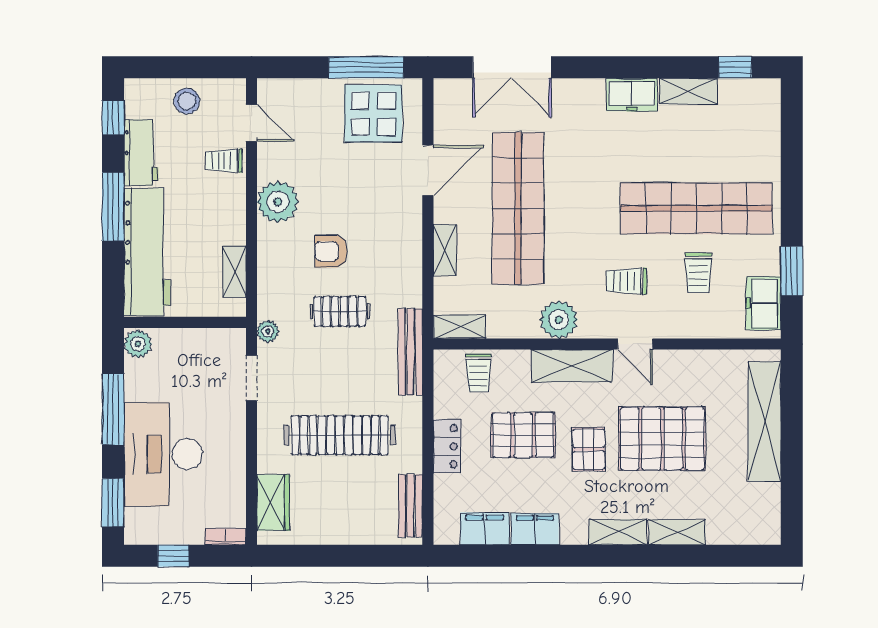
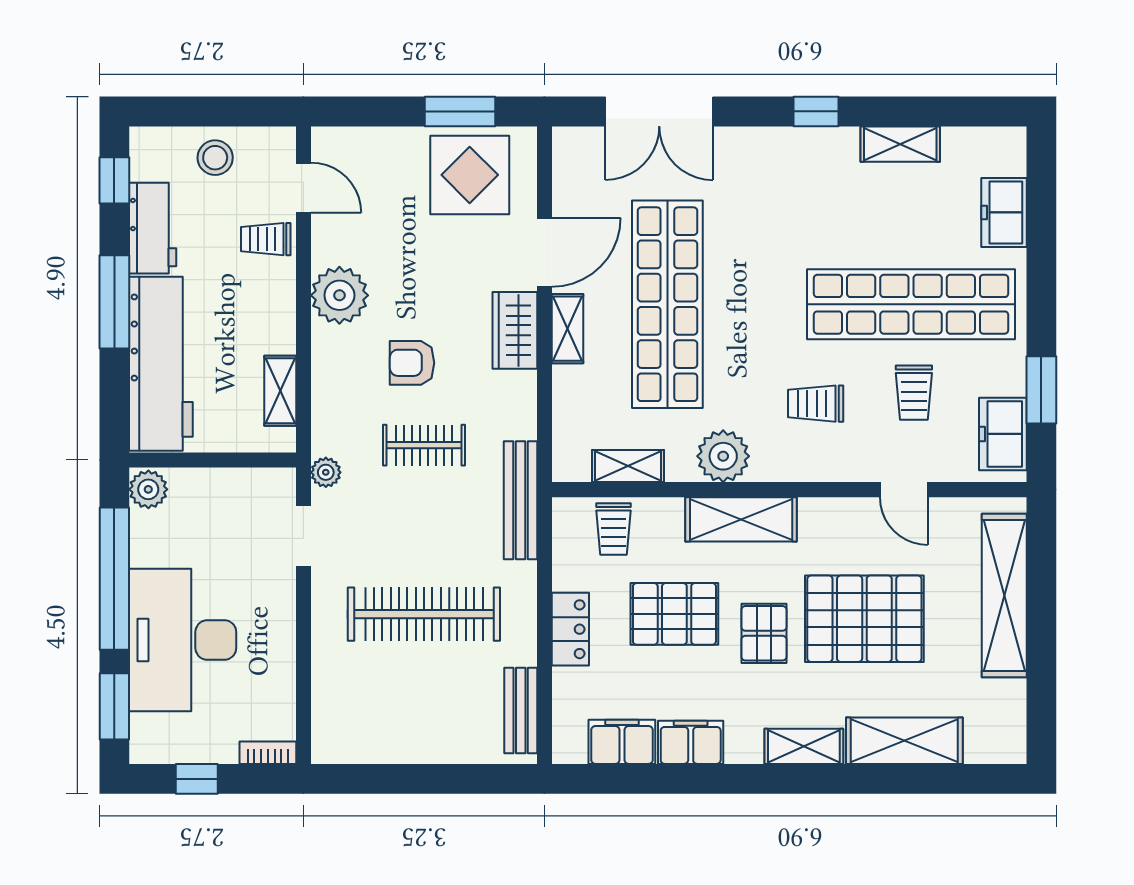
window: (366, 67) -> (460, 111), width x0.69
window: (735, 67) -> (816, 111), moved
freezer: (632, 95) -> (1004, 212), moved, turned 90
shelving: (445, 250) -> (568, 329), moved
shelving: (460, 327) -> (628, 466), moved
door: (635, 344) -> (904, 490), moved
window: (113, 409) -> (114, 579), width x1.46
wardrobe: (273, 503) -> (515, 330), moved, turned 180
shelving: (677, 532) -> (904, 741), width x1.50, depth x1.33

